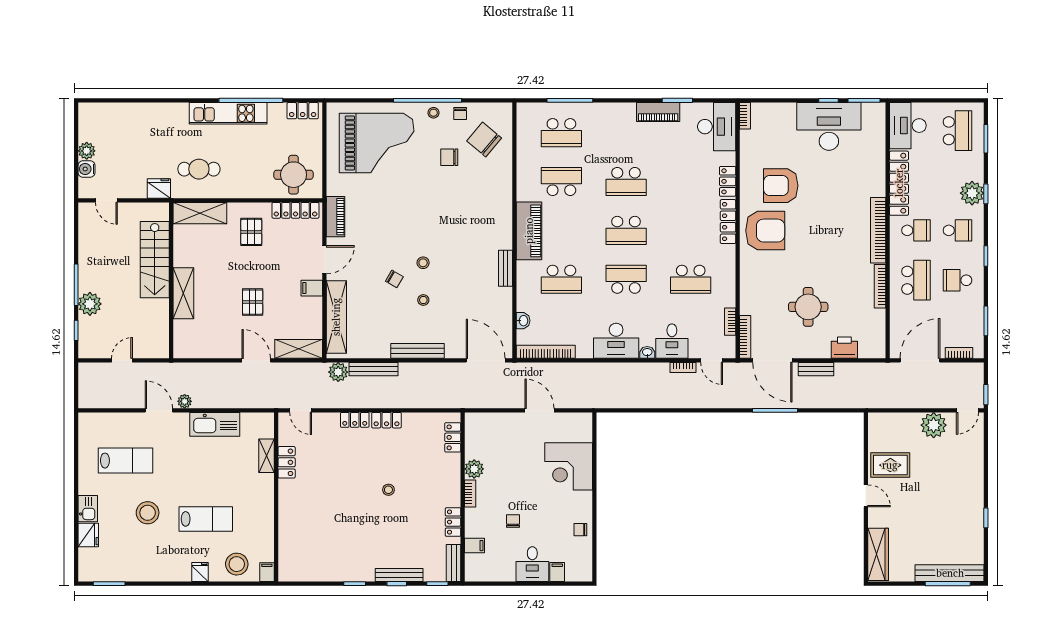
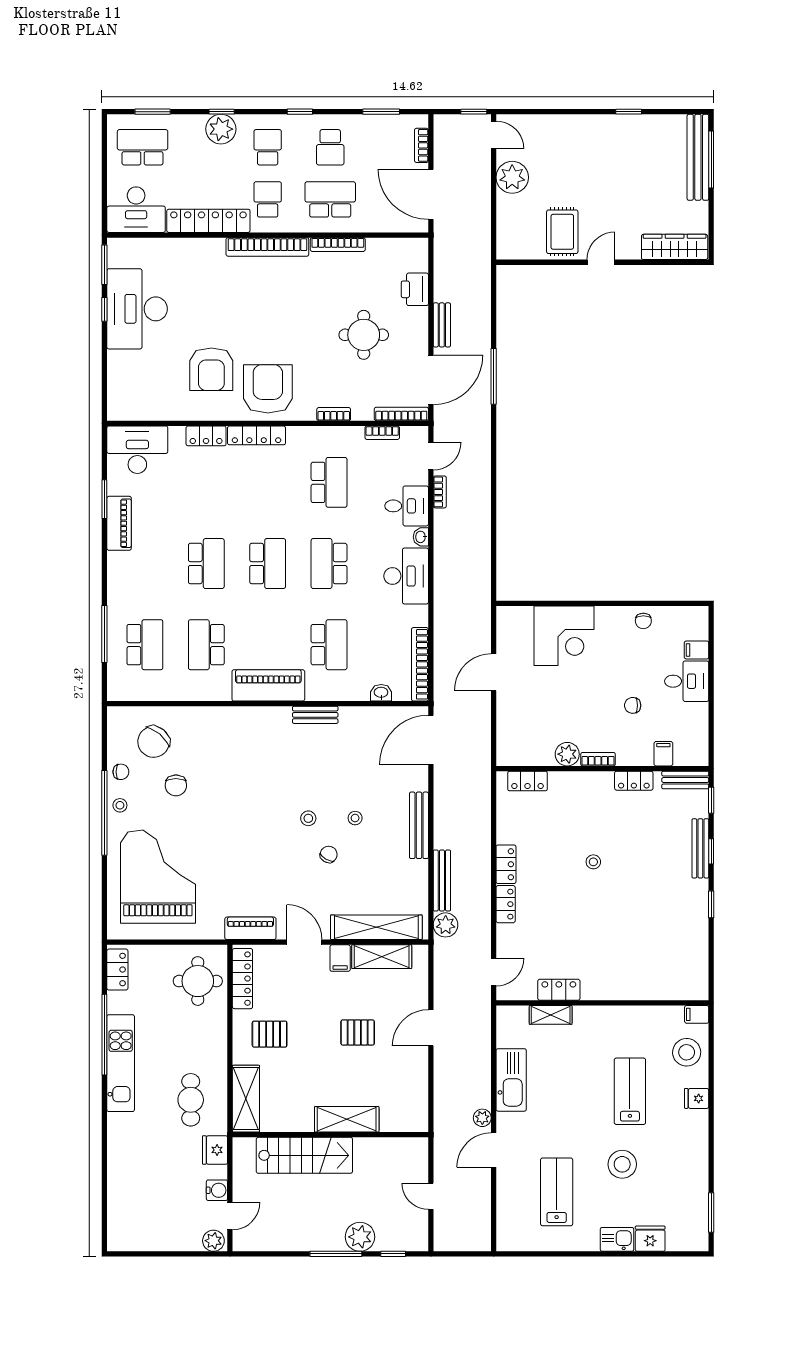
bookcase: (745, 116) -> (334, 414), moved
plant: (87, 151) -> (213, 1241), moved
water cooler: (86, 169) -> (217, 1190), moved, turned -90
shelving: (299, 349) -> (382, 957), moved, turned 90

